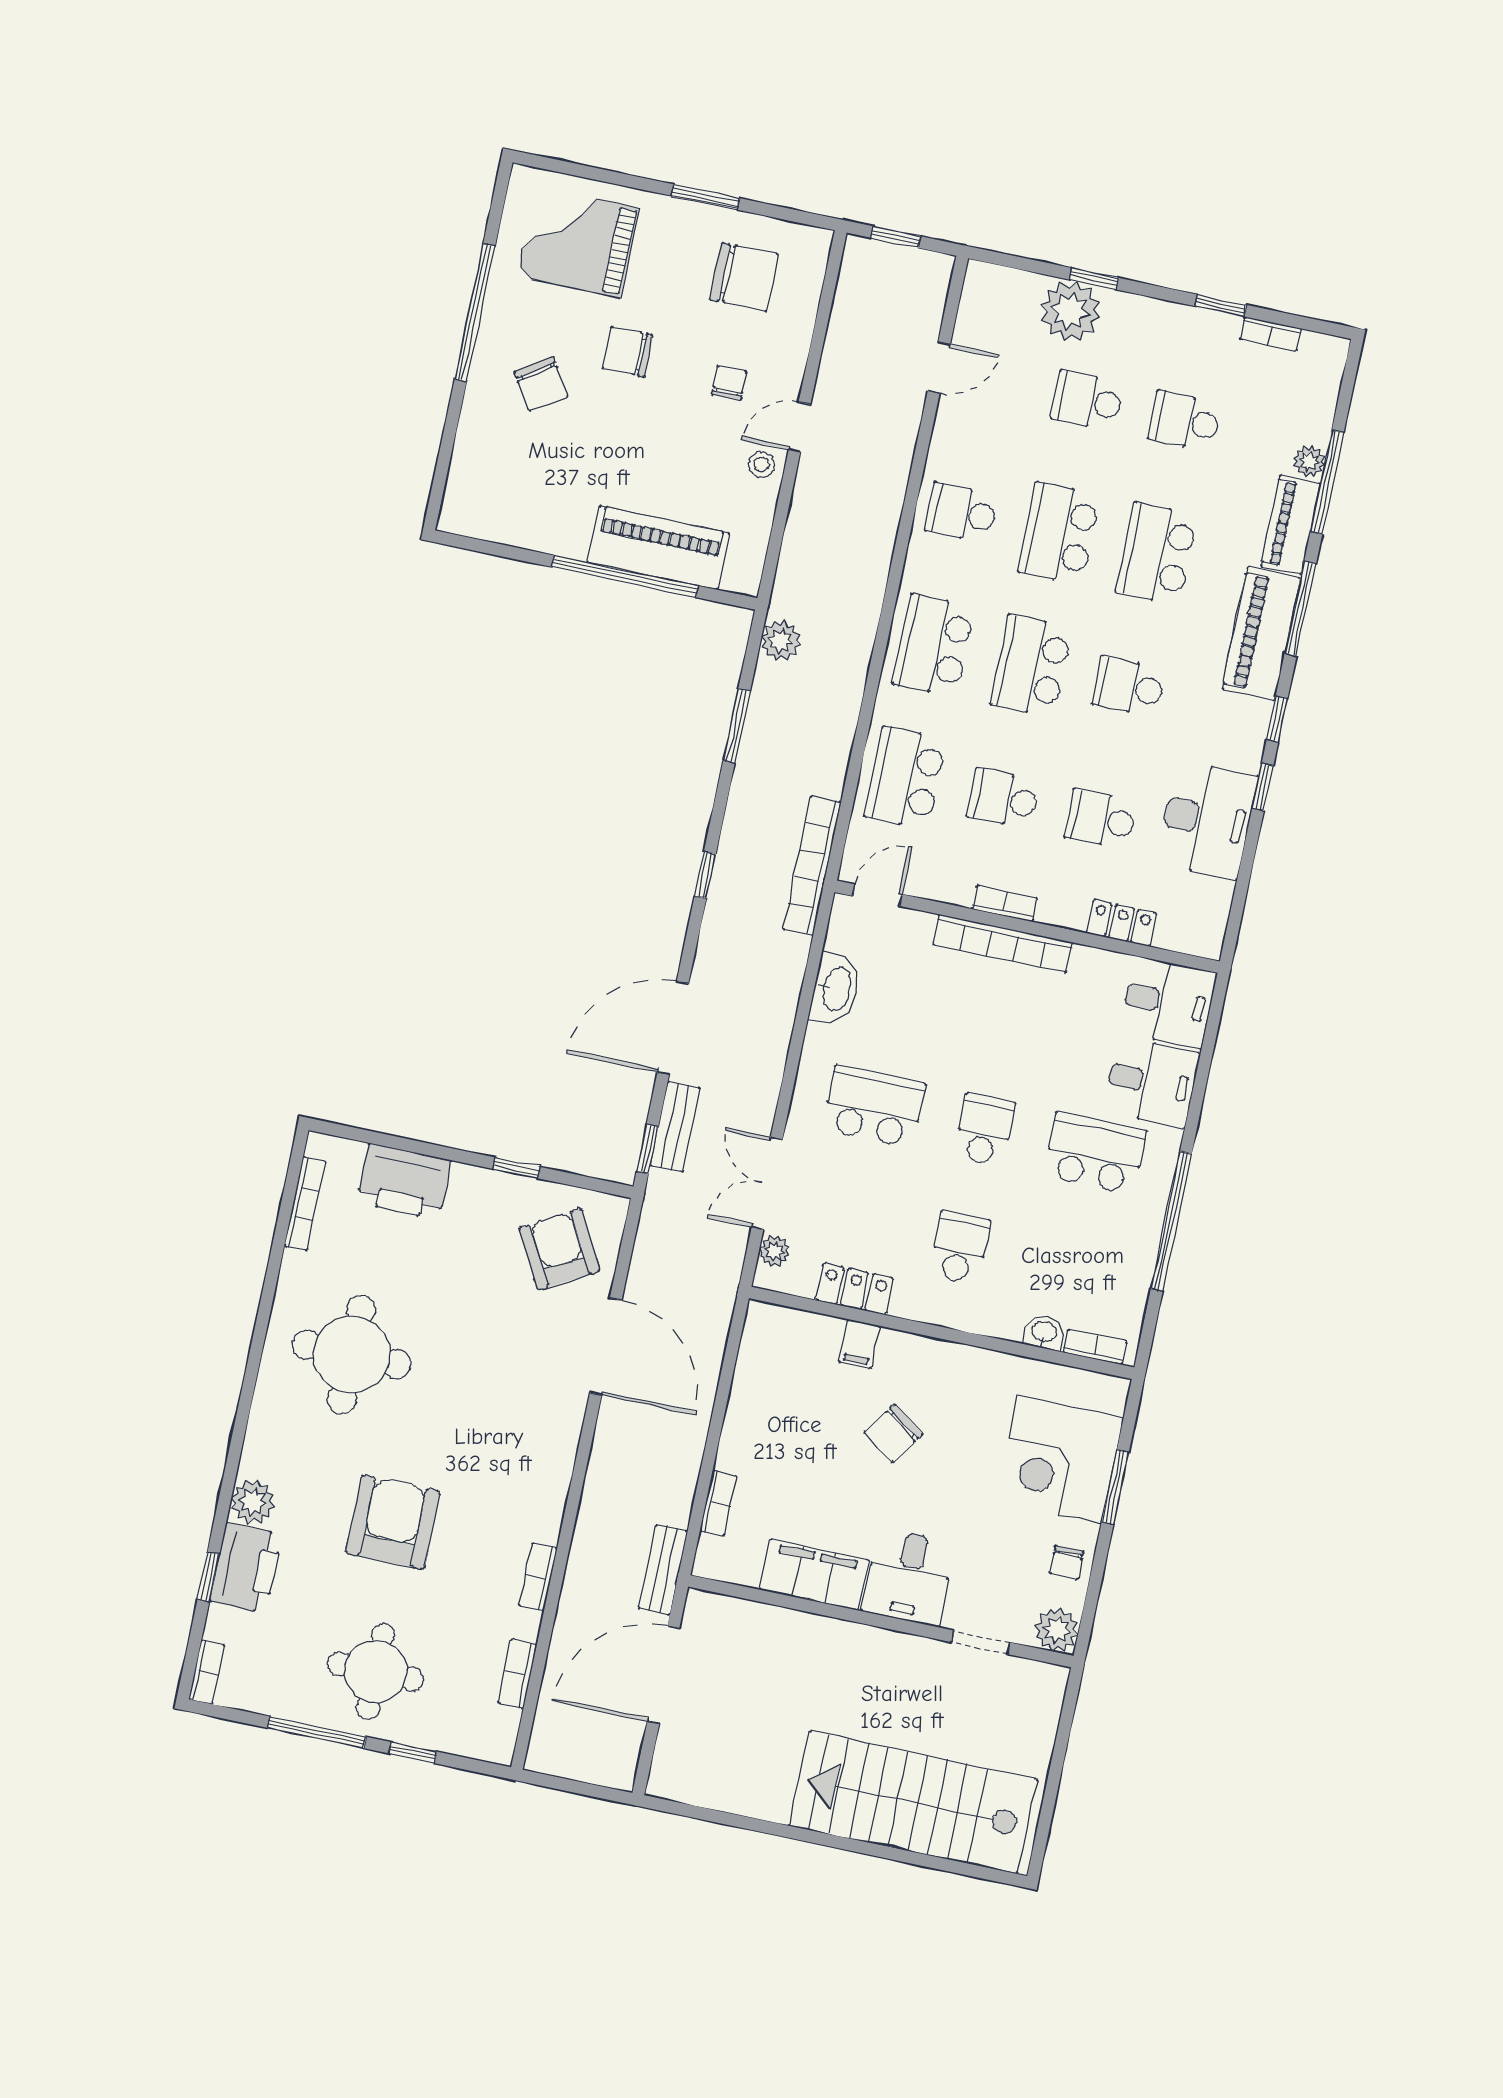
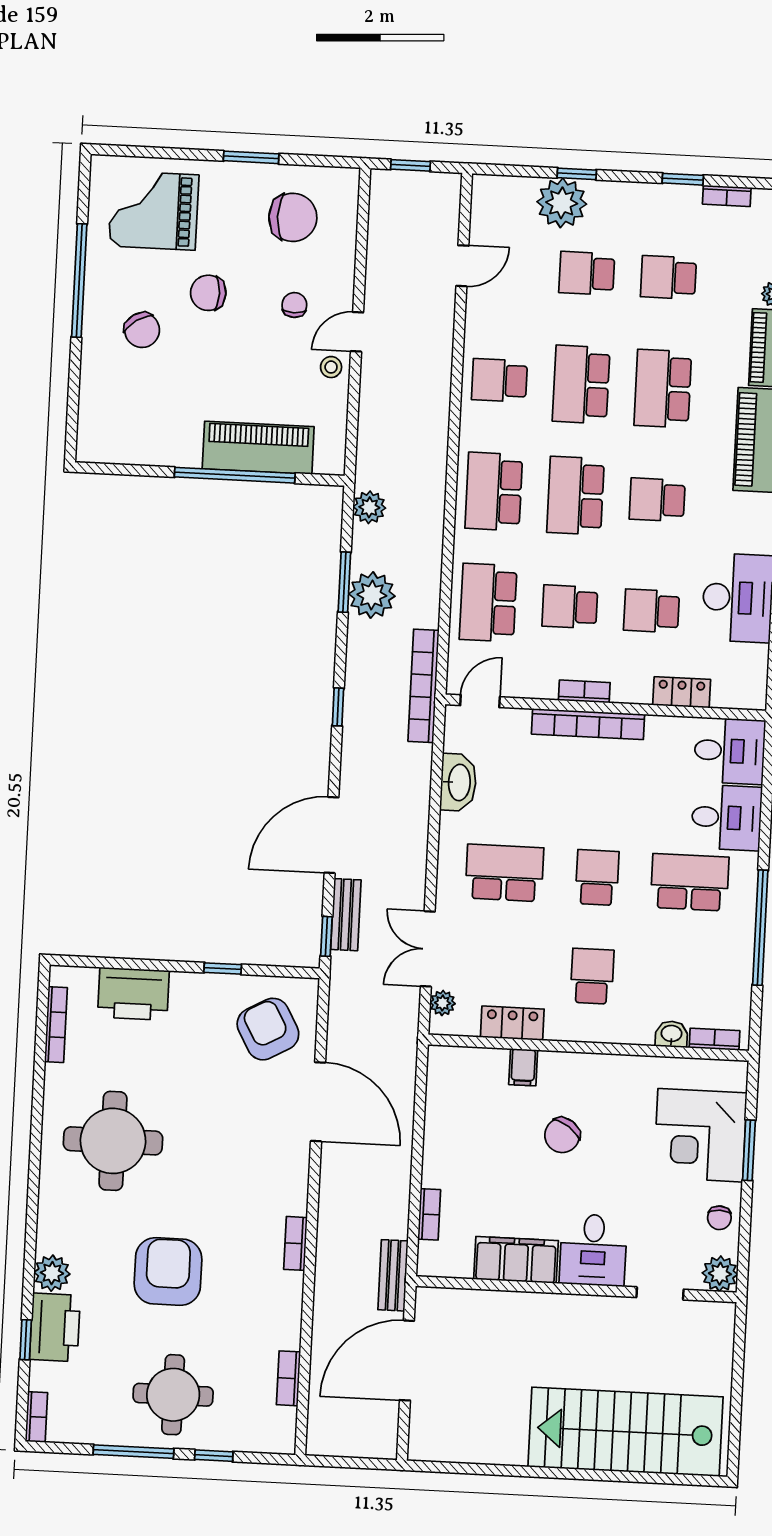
plant: (767, 747) -> (372, 595), added
bookcase: (538, 1577) -> (295, 1243), moved

